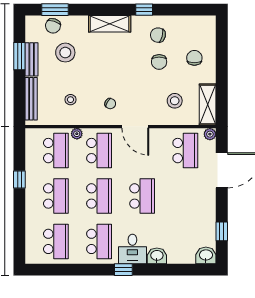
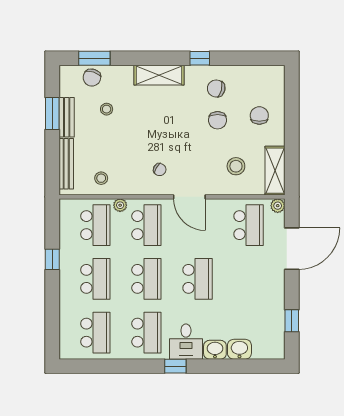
stool: (65, 53) -> (107, 109), width x0.53, depth x0.53
stool: (70, 100) -> (101, 178), moved
washbasin: (206, 255) -> (239, 349), moved

